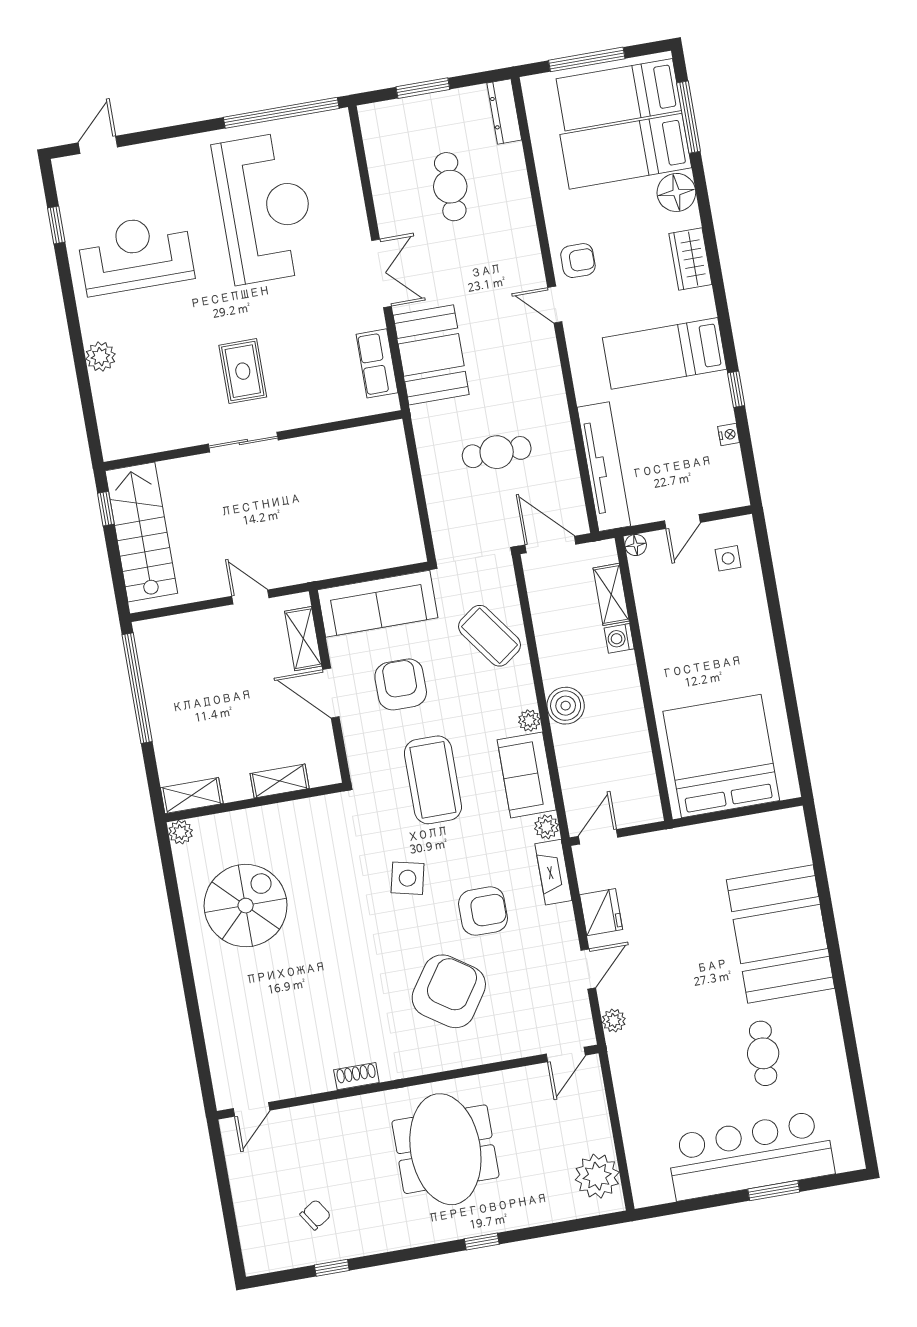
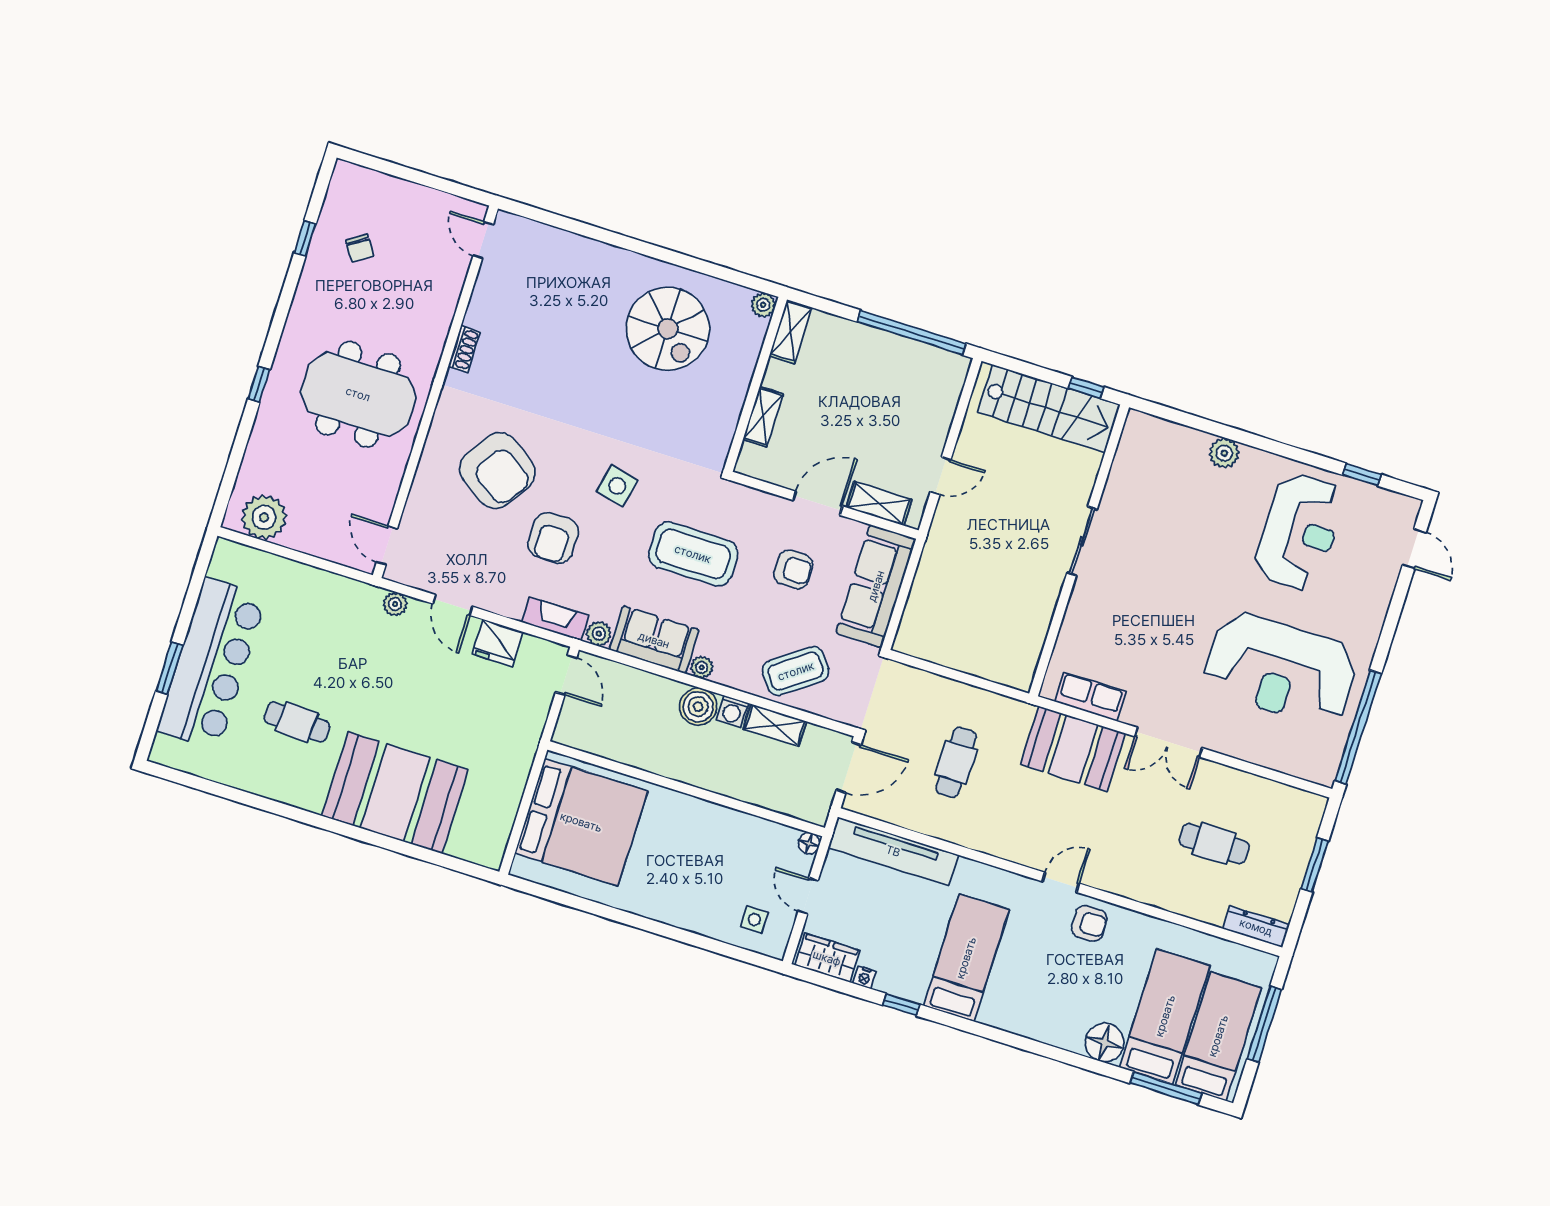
wardrobe: (690, 259) -> (827, 958), moved
armchair: (578, 261) -> (1089, 923), turned -90
rug: (243, 371) -> (1146, 573), removed
shelving: (611, 594) -> (775, 725), moved
washing machine: (619, 638) -> (732, 711), moved, turned 180
armchair: (401, 684) -> (793, 569), width x0.72, depth x0.72

